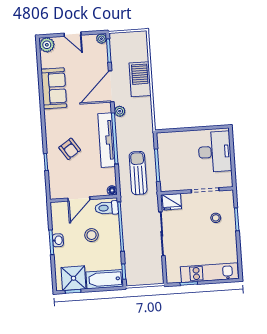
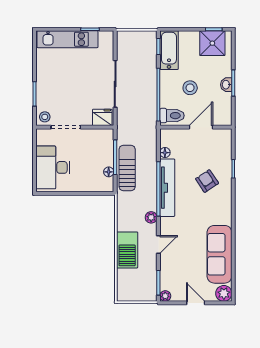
door: (111, 86) -> (158, 245), width x0.53
sofa: (54, 88) -> (219, 254), width x1.36
floor lamp: (162, 151) -> (109, 172), added
sun lounger: (138, 173) -> (127, 168), moved, turned 180
floor lamp: (112, 190) -> (165, 153), moved
stool: (216, 218) -> (45, 117), moved
bathtub: (105, 279) -> (169, 50), moved, turned -90

